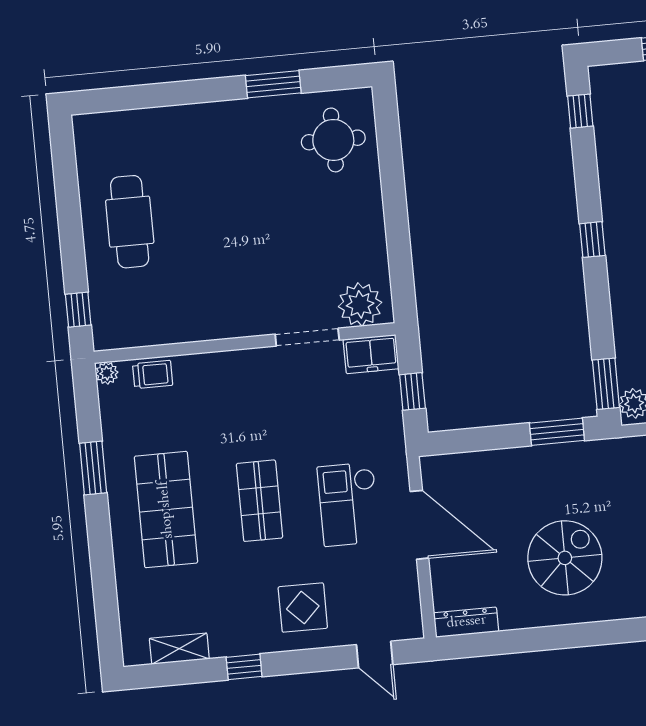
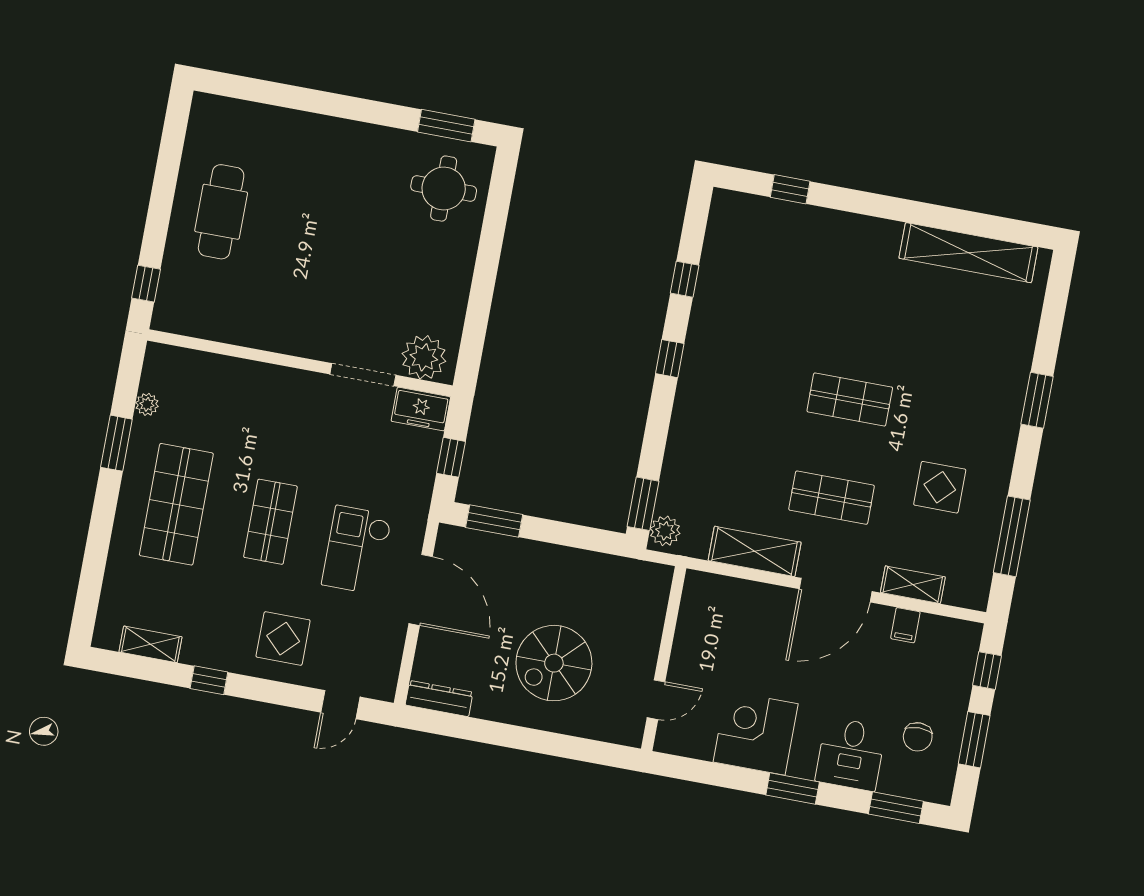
window: (273, 84) -> (446, 126), moved
window: (580, 111) -> (685, 279), moved
plant: (107, 373) -> (147, 404), moved
trolley: (153, 375) -> (201, 368), removed
window: (557, 432) -> (494, 521), moved
spiral stairs: (565, 558) -> (554, 663), turned 180
door: (375, 655) -> (340, 705), hinge flipped

